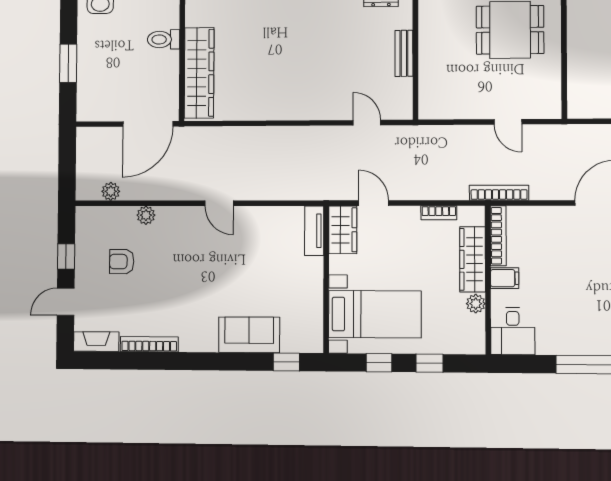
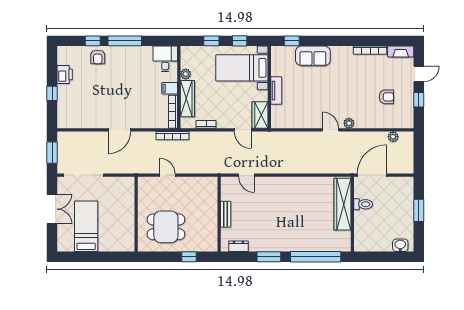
toilet: (164, 39) -> (363, 204), moved
plant: (146, 215) -> (349, 123), moved
tv unit: (314, 231) -> (276, 91), moved

